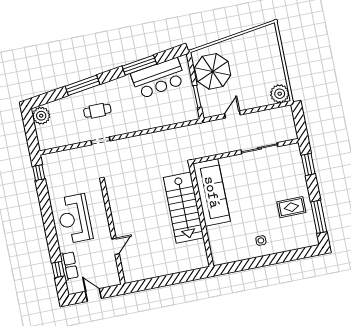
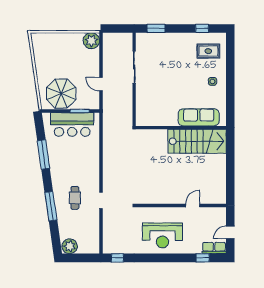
bar counter: (158, 78) -> (72, 124), moved, turned 98
sofa: (212, 192) -> (199, 117), moved, width x0.74, depth x0.79
rug: (291, 207) -> (208, 51), moved, turned 90
stairs: (184, 208) -> (197, 141), moved
window: (319, 217) -> (202, 28), width x0.46
door: (115, 246) -> (193, 205), hinge flipped
row of seats: (69, 266) -> (214, 248), moved

